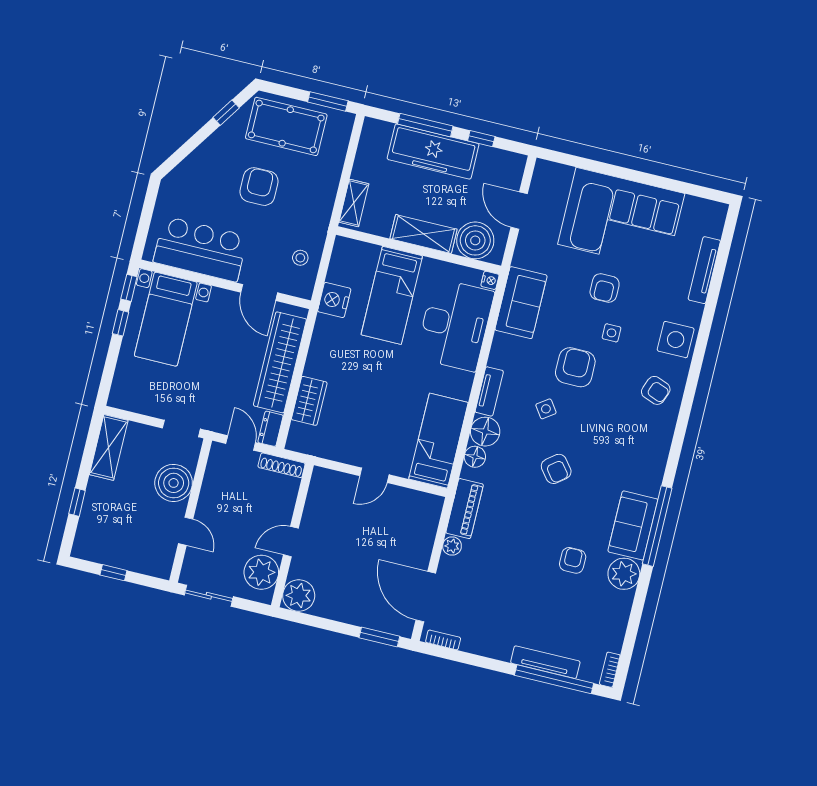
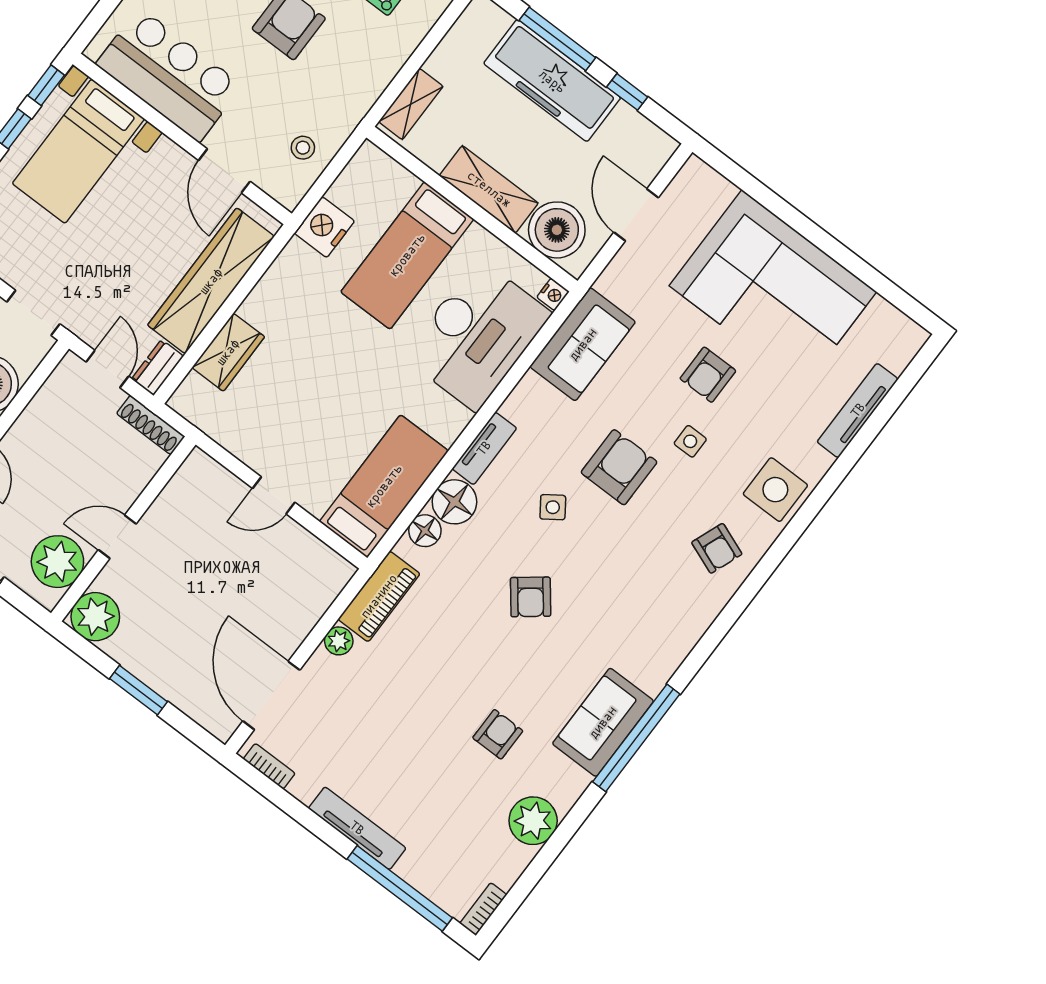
plant: (624, 574) -> (533, 821), moved
window: (379, 637) -> (139, 690), moved
tv unit: (545, 662) -> (357, 828), moved

